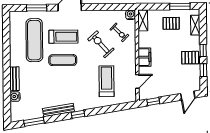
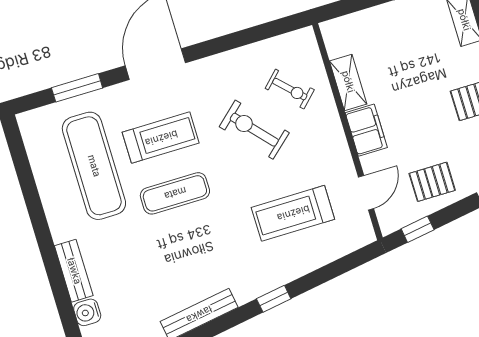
water cooler: (131, 15) -> (304, 40), removed
shelving: (143, 20) -> (348, 82), moved
pallet: (171, 23) -> (432, 182), moved
treadmill: (107, 81) -> (293, 213), turned -90
window: (78, 114) -> (274, 299), moved

